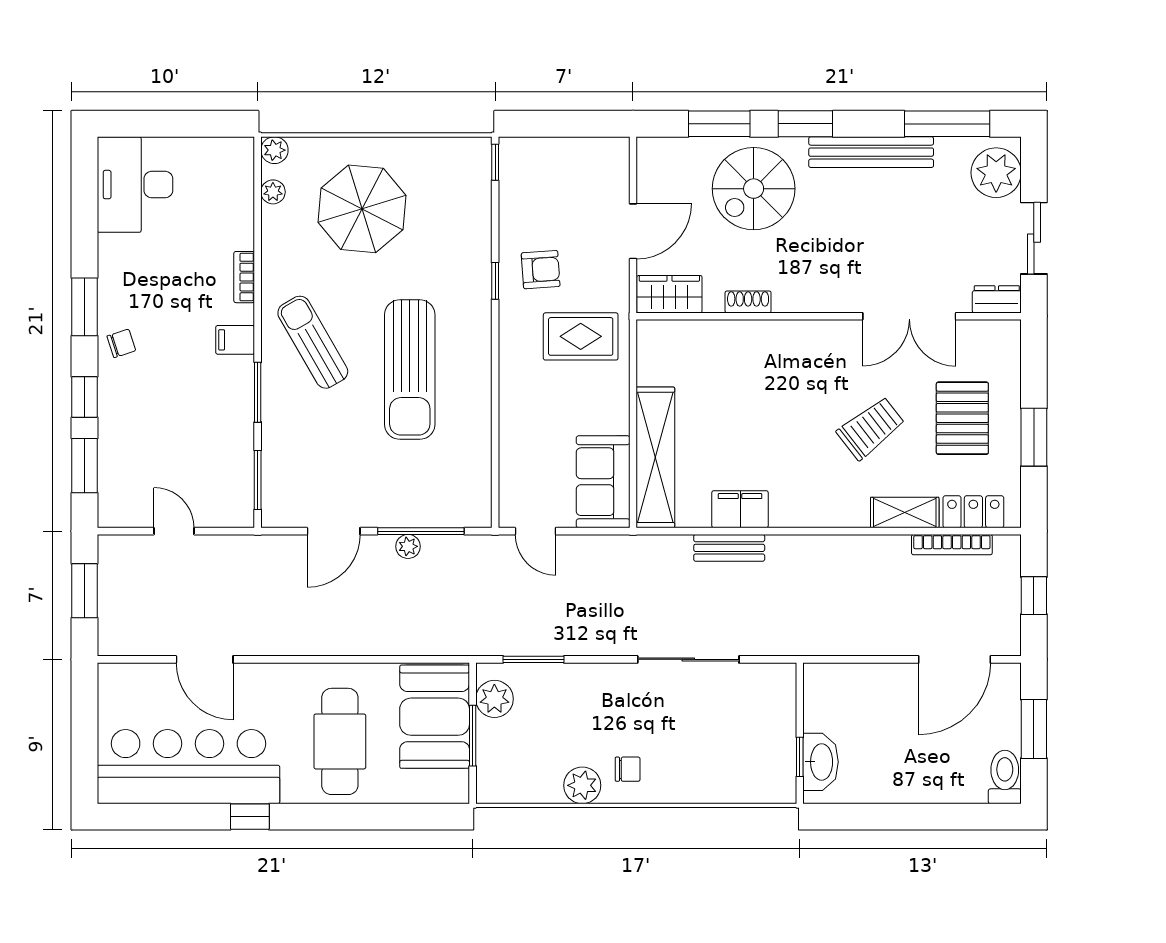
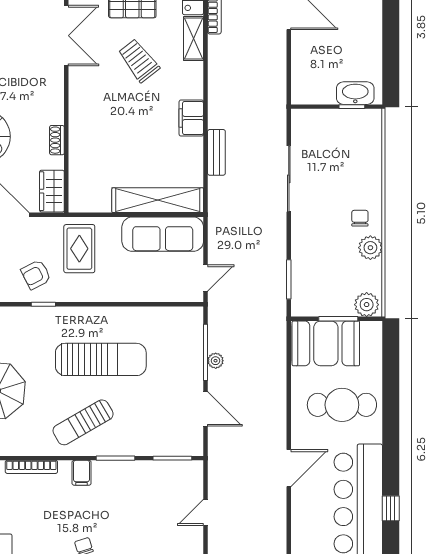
armchair: (541, 270) -> (36, 275), turned -113
bookcase: (244, 277) -> (31, 467), width x1.56
sofa: (603, 482) -> (163, 234), width x1.36
filing cabinet: (740, 509) -> (191, 118), moved
door: (205, 659) -> (289, 468), moved
plant: (494, 699) -> (367, 305), moved
window: (250, 817) -> (391, 508), moved

